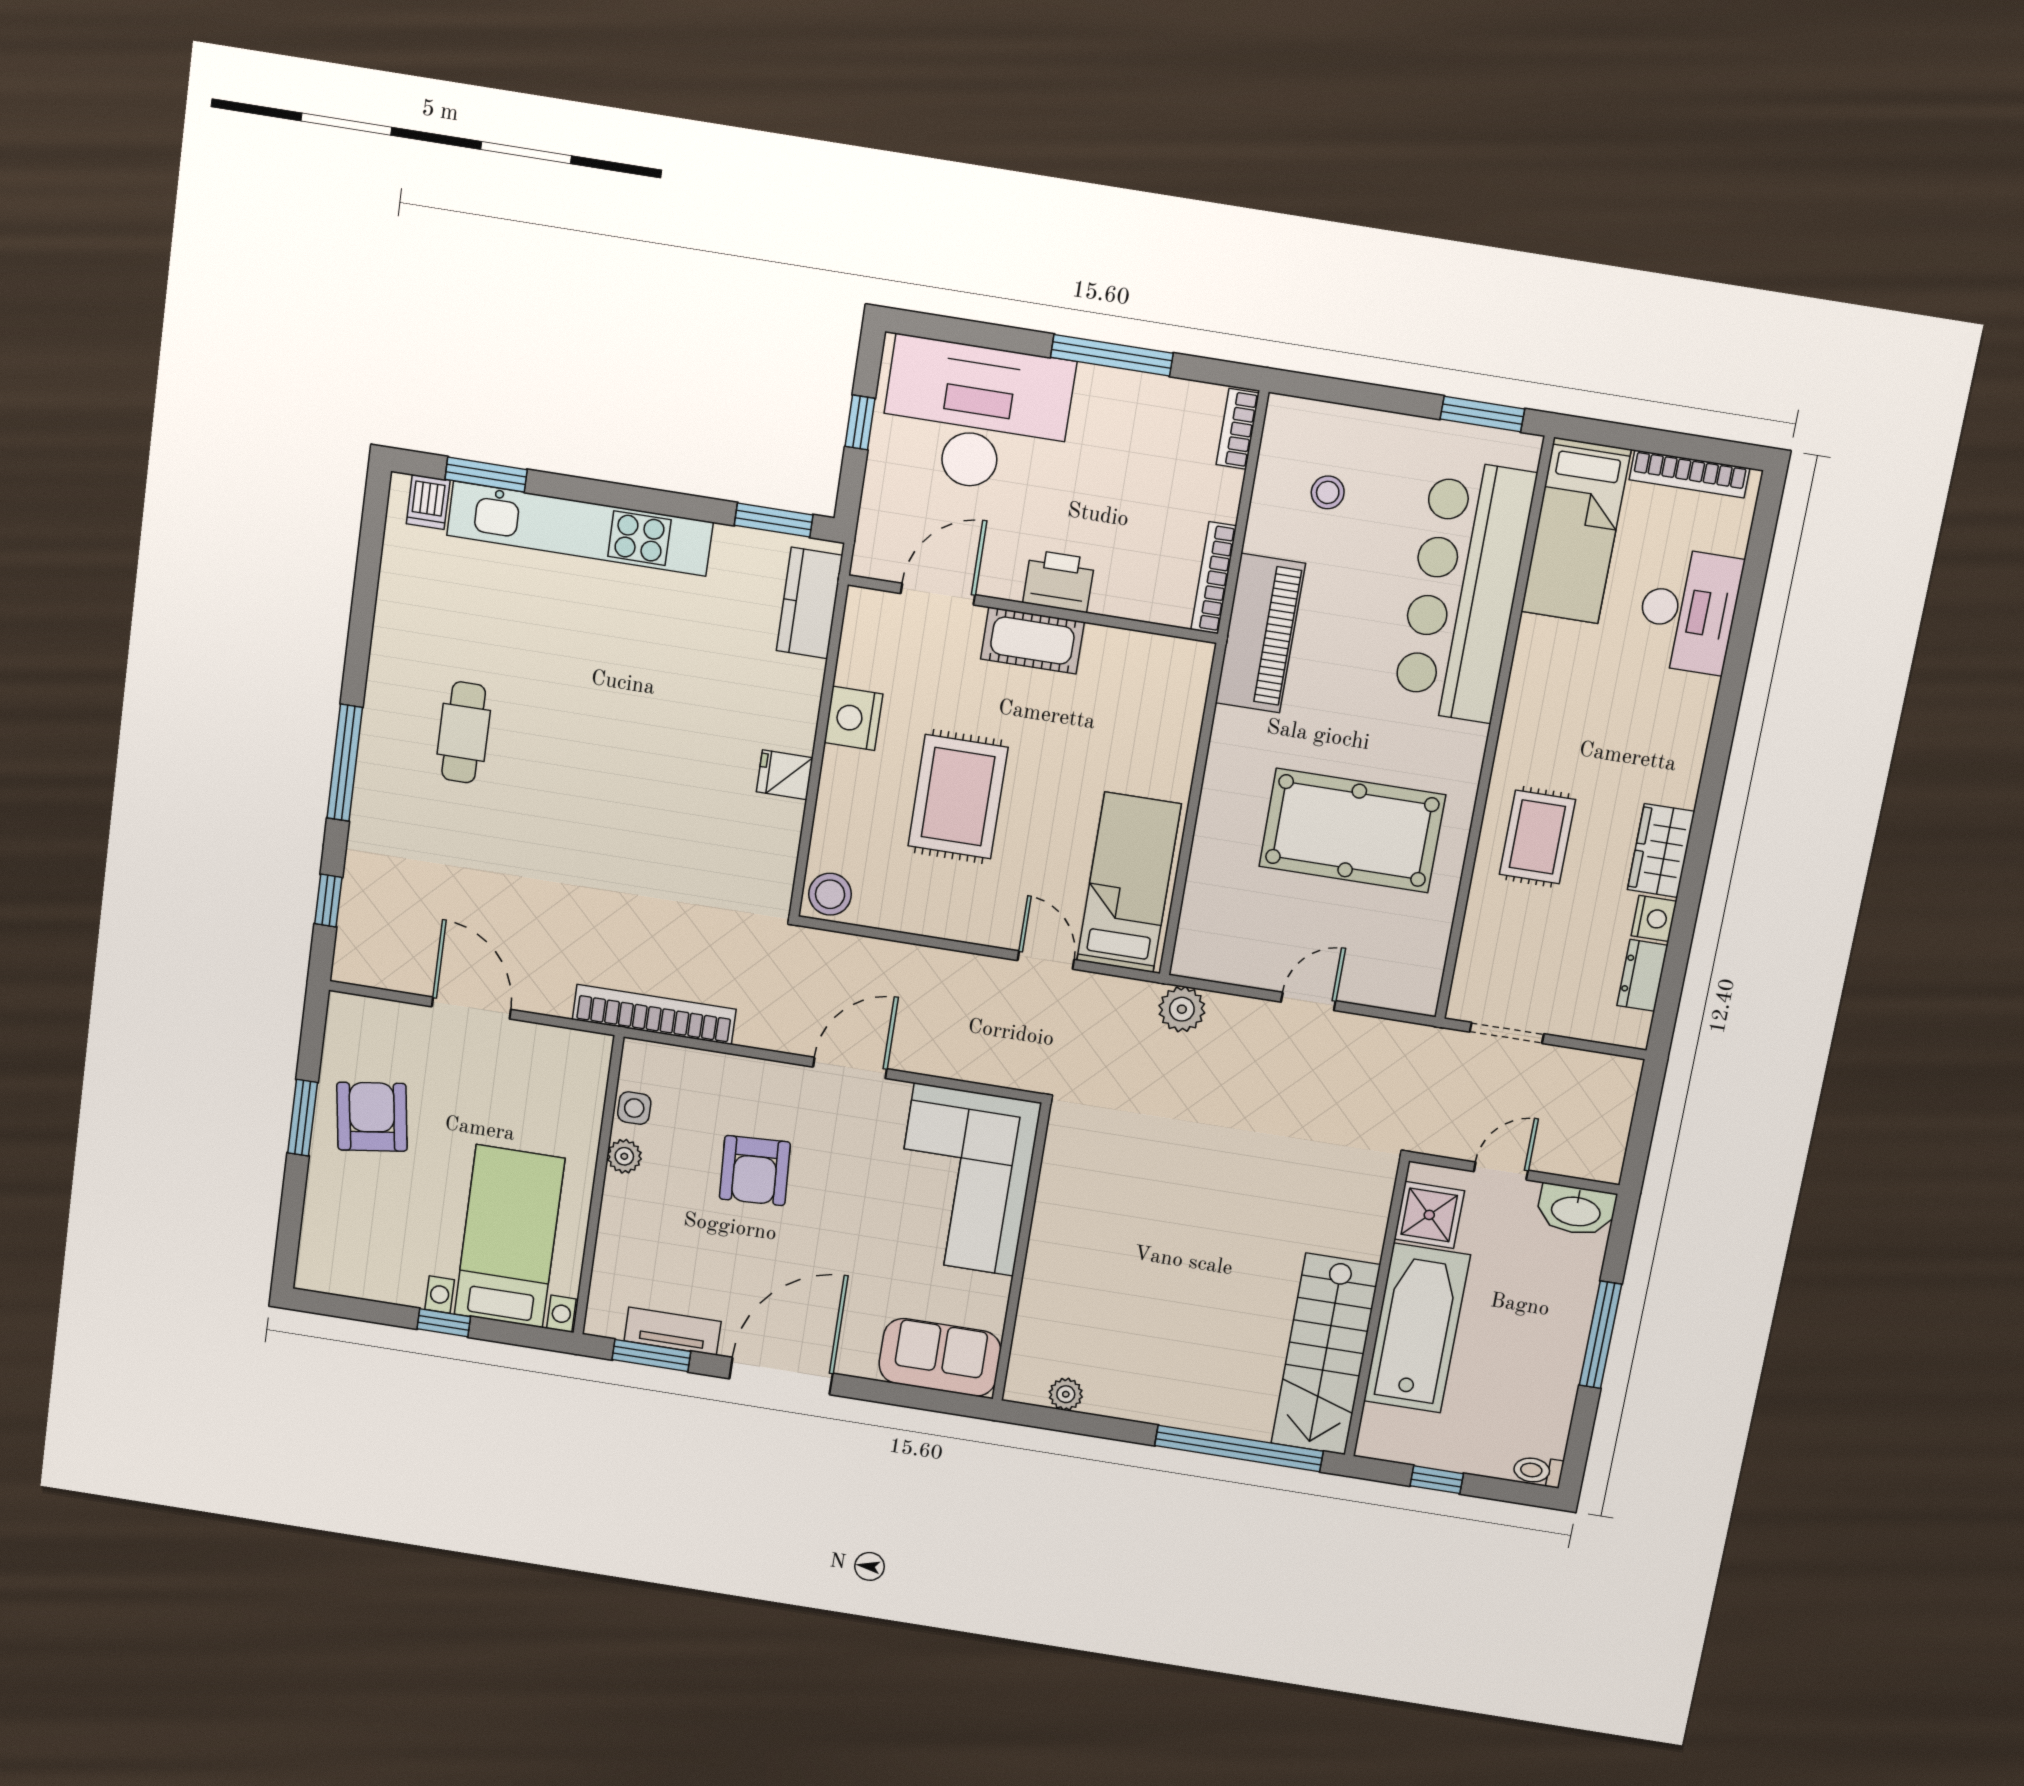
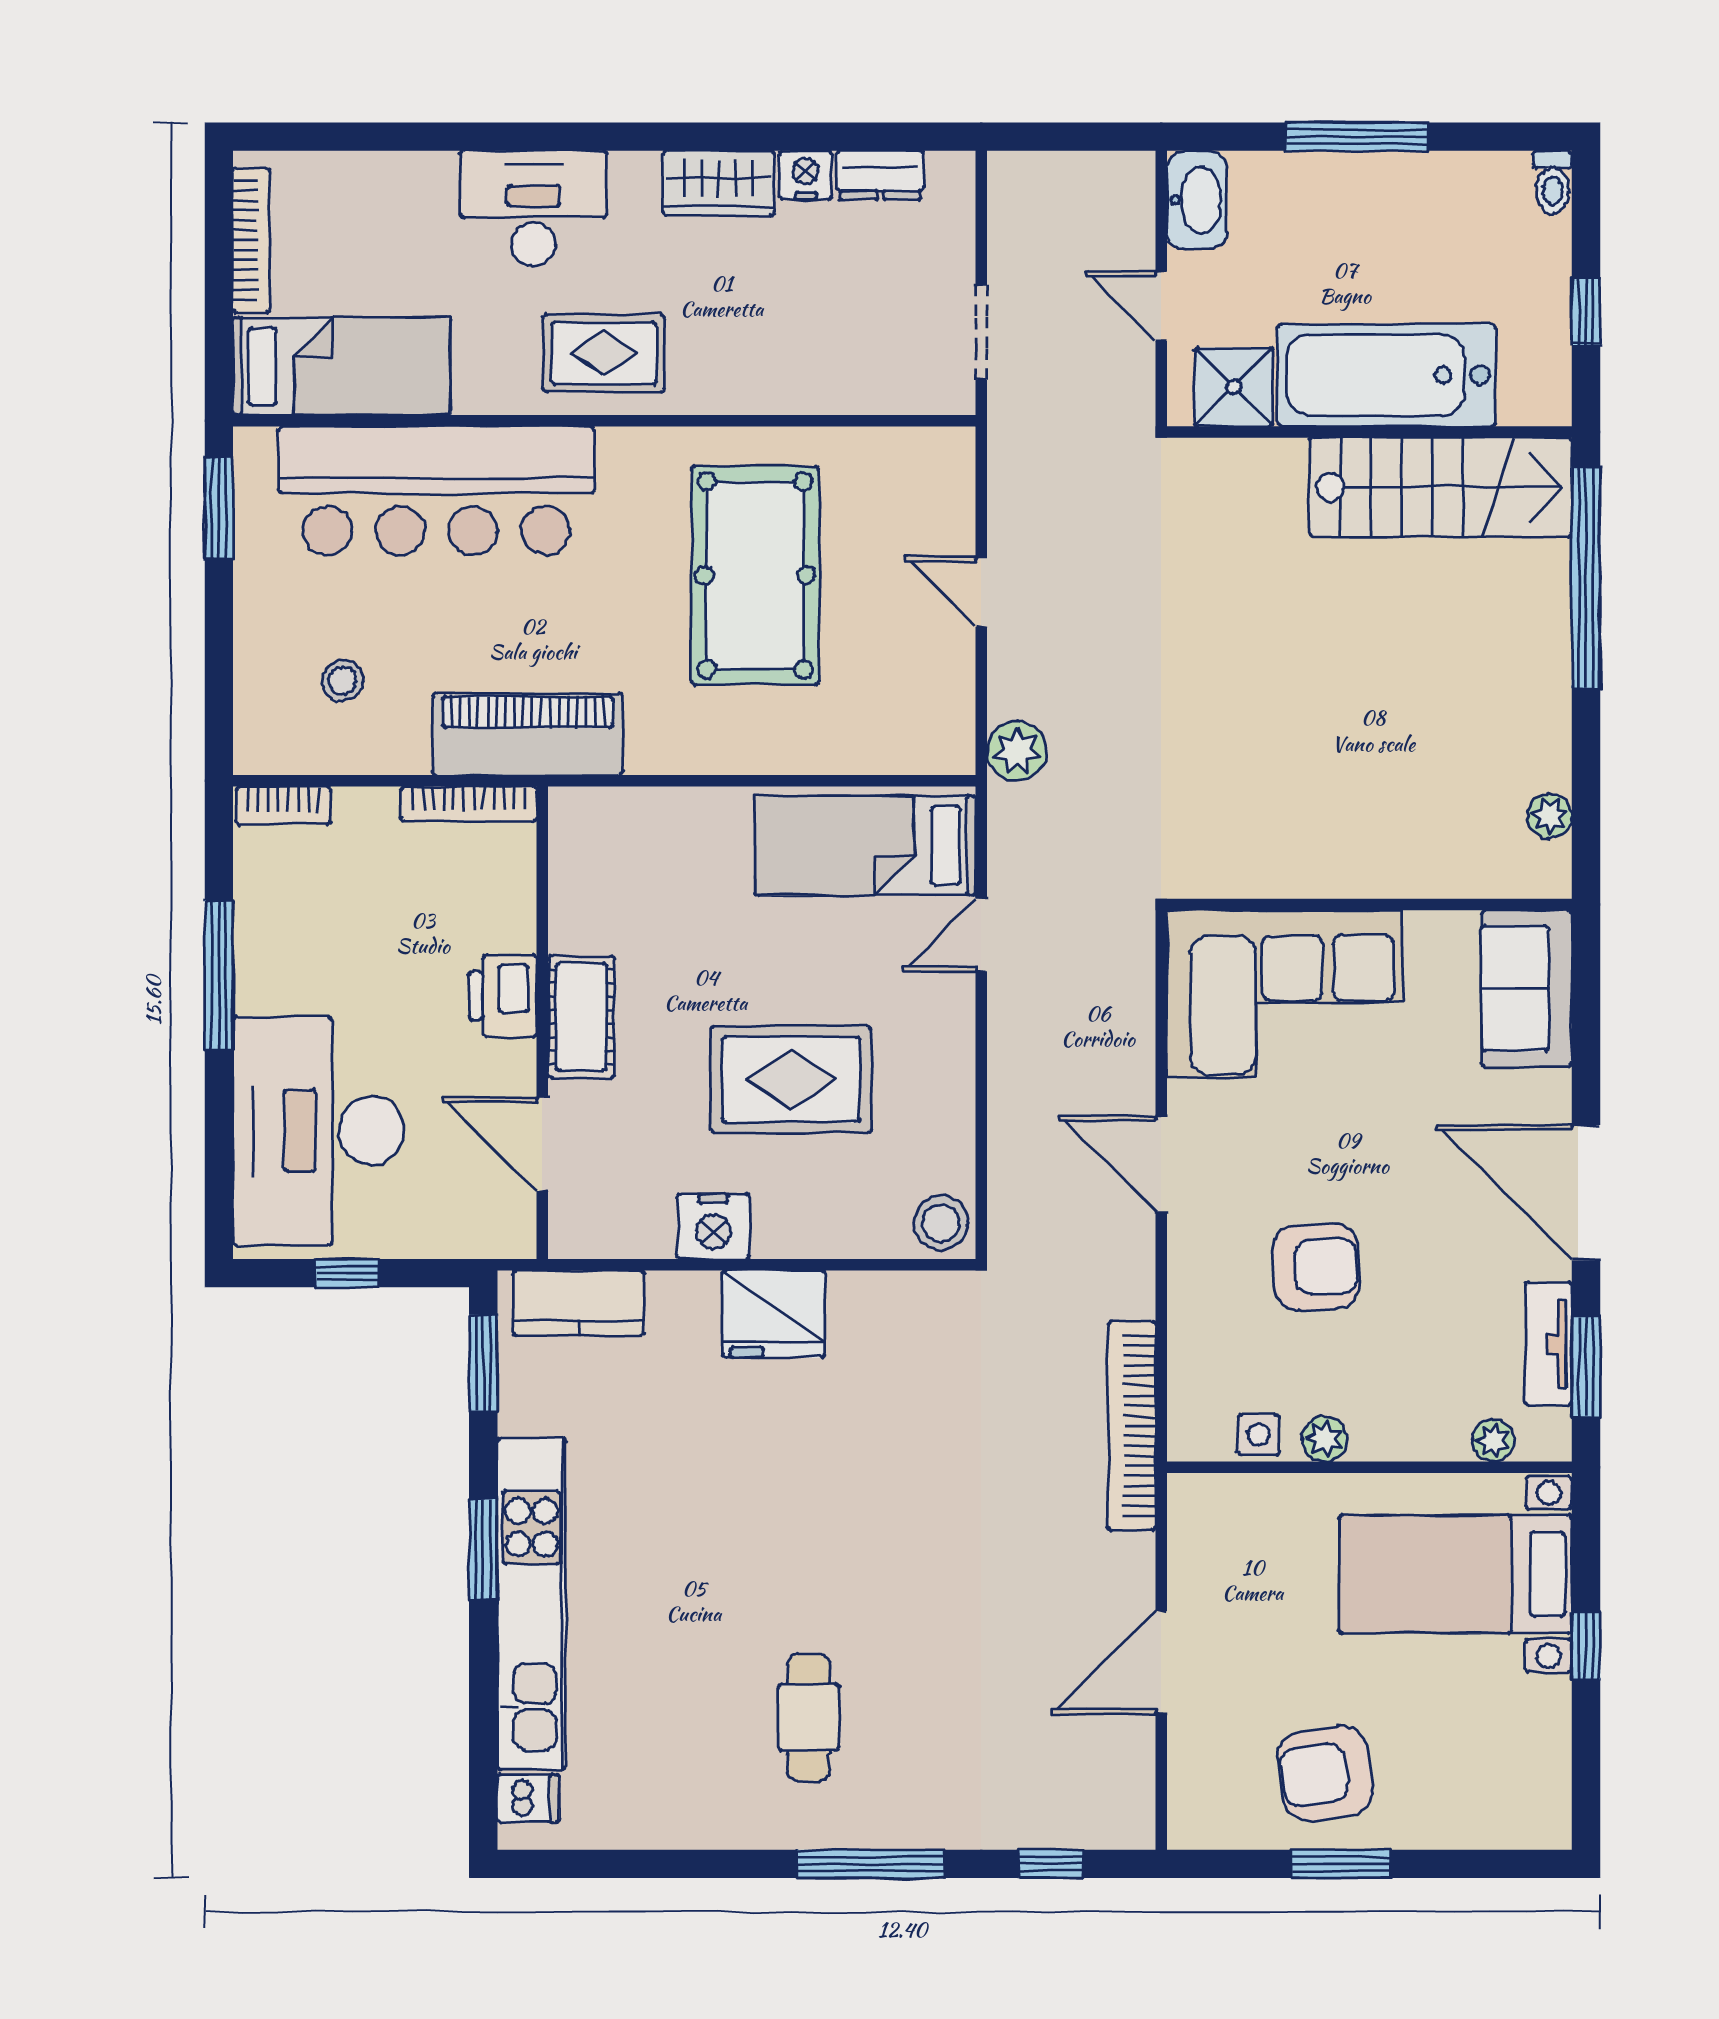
window: (486, 474) -> (483, 1549), moved
desk: (1688, 611) -> (534, 208), moved
cafe table: (464, 732) -> (809, 1717), turned 90
fridge: (785, 775) -> (774, 1314), width x1.88, depth x1.34
rug: (1537, 837) -> (604, 353), moved
plant: (606, 1280) -> (1493, 1440), added

